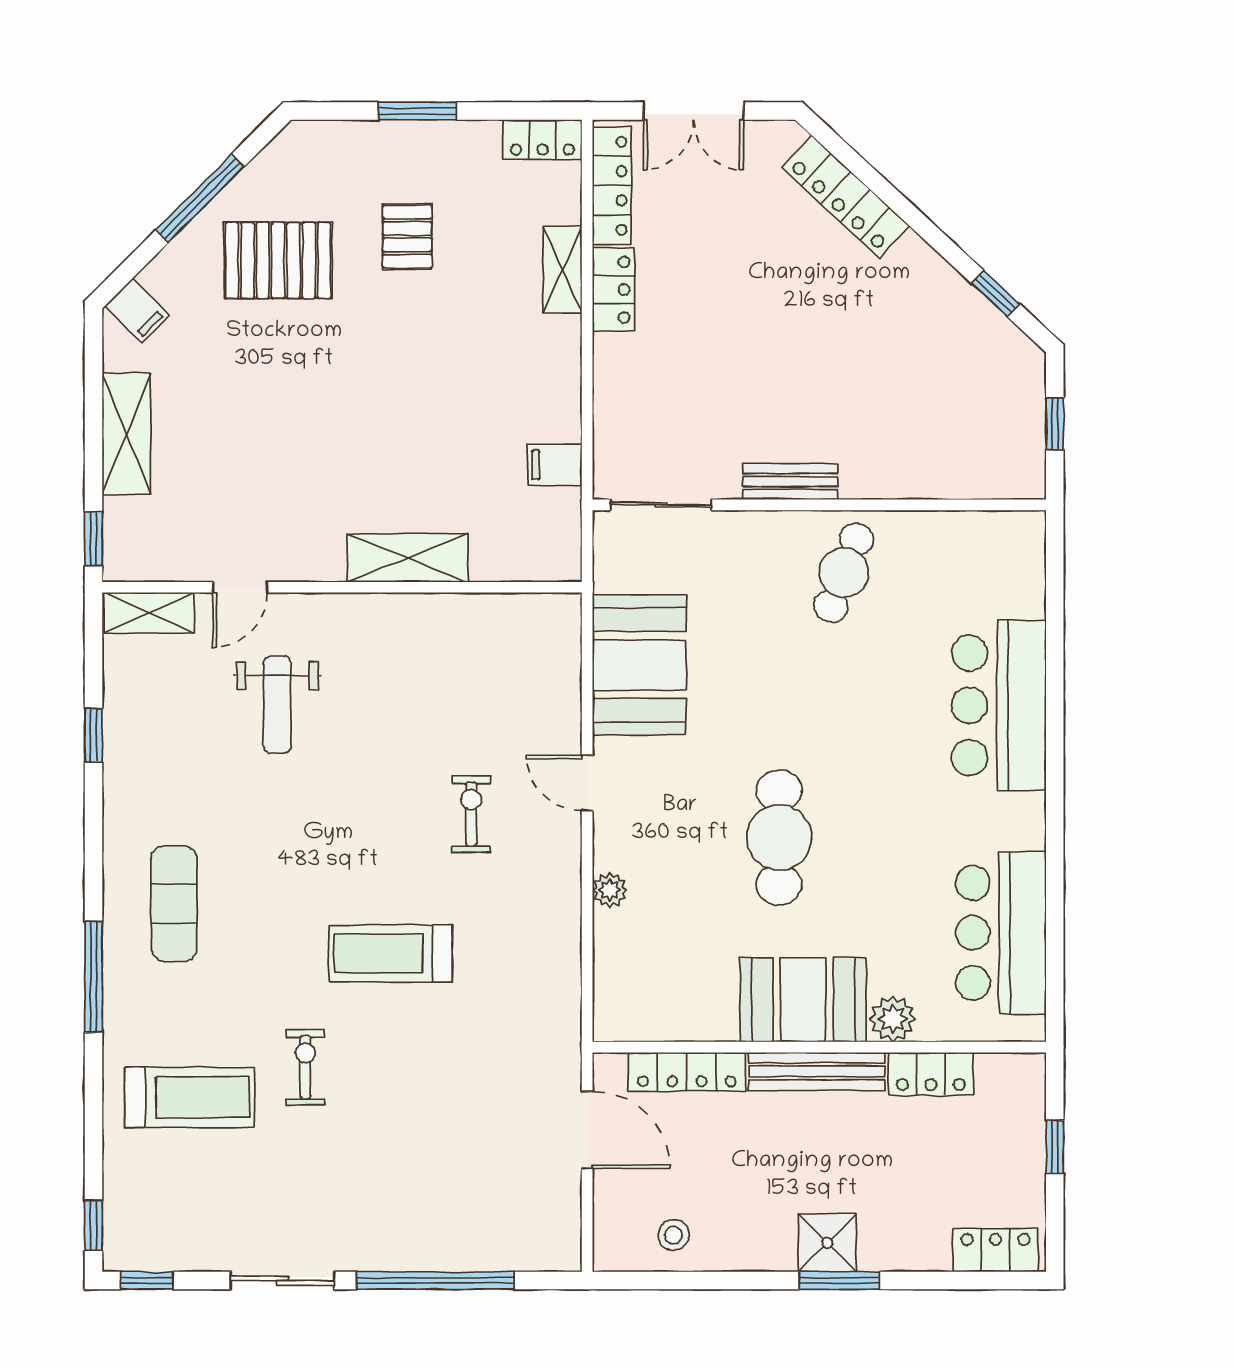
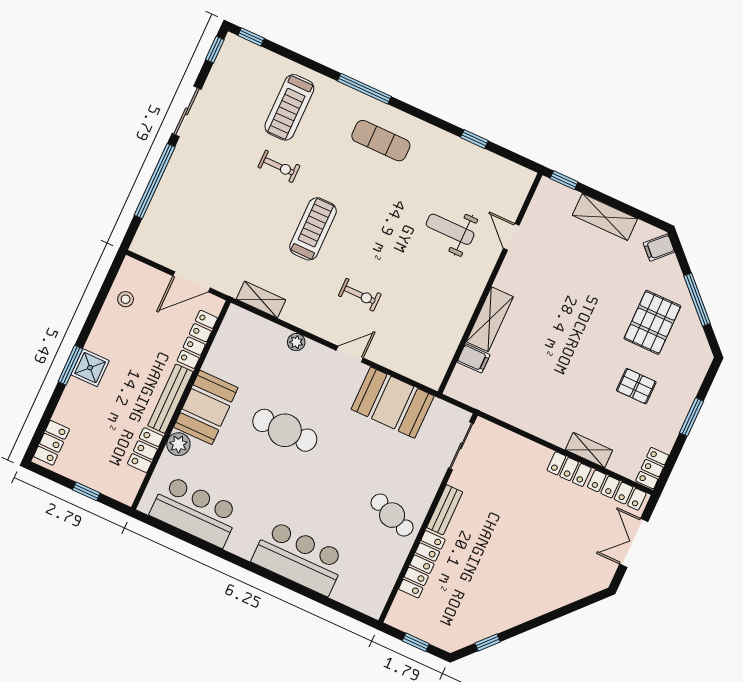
locker: (846, 197) -> (422, 564), moved, turned 137
filing cabinet: (555, 465) -> (474, 358), moved, turned 90
shelving: (149, 613) -> (261, 300), moved, turned 90

